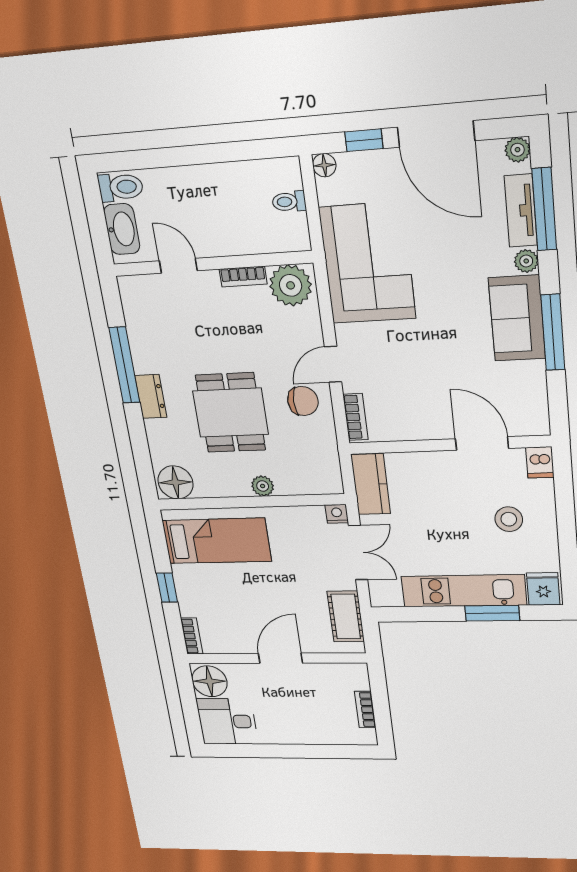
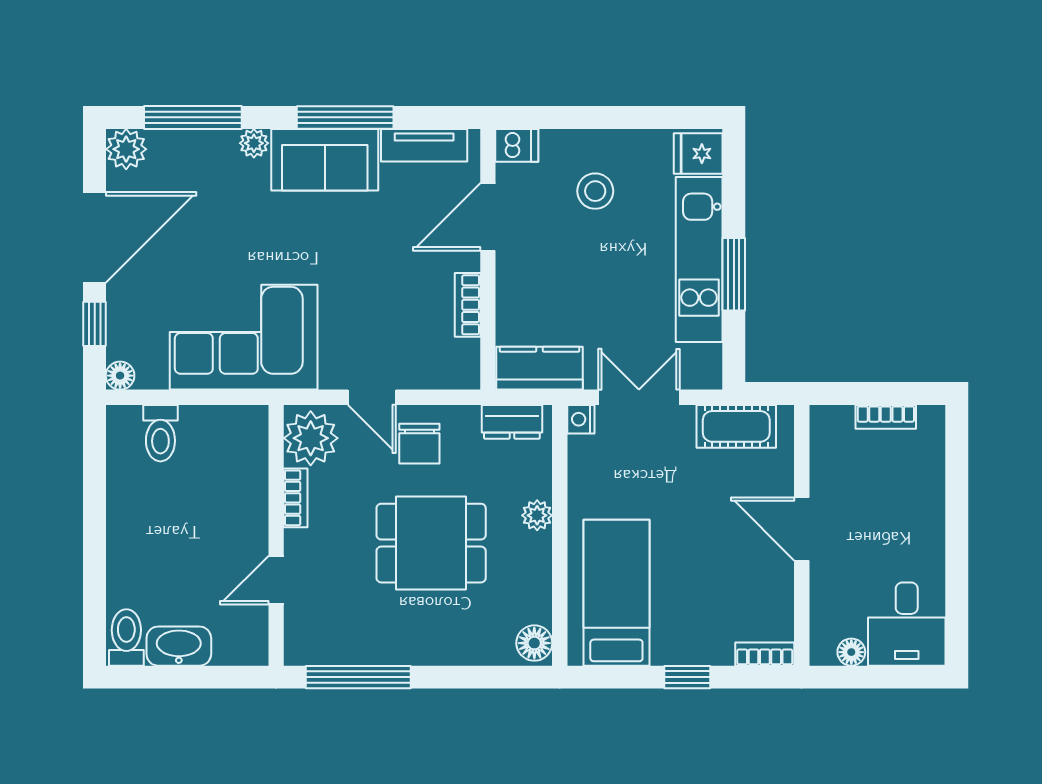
plant: (518, 150) -> (126, 149), width x1.38, depth x1.38
toilet: (289, 202) -> (160, 433), width x1.37, depth x1.39
tv unit: (521, 211) -> (424, 145), moved
wall: (212, 263) -> (276, 535), moved
door: (178, 266) -> (276, 580), moved
bookcase: (243, 277) -> (295, 498), moved
plant: (291, 285) -> (311, 438), moved
dresser: (151, 396) -> (512, 422), moved, turned 180
chair: (303, 401) -> (419, 444), turned 180
bookcase: (355, 417) -> (468, 305), moved, turned -90
floor lamp: (175, 482) -> (534, 643), width x0.73, depth x0.73
window: (492, 613) -> (734, 274), moved
floor lamp: (210, 681) -> (851, 652), width x0.53, depth x0.53

